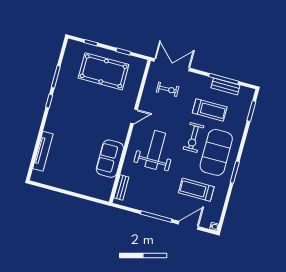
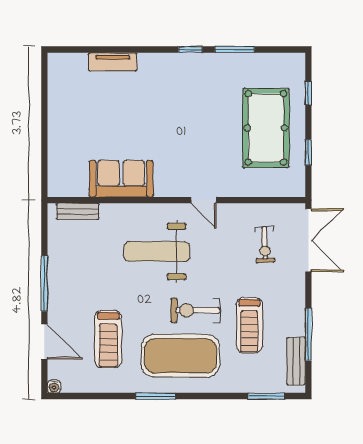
bench: (225, 87) -> (296, 361), moved
weight bench: (155, 150) -> (157, 252), turned 180
tv unit: (43, 151) -> (113, 62), width x0.71
treadmill: (196, 190) -> (108, 339), turned 180

